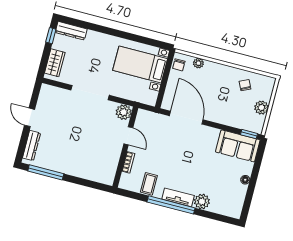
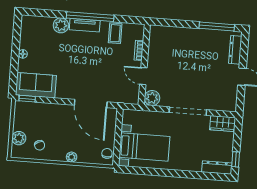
wardrobe: (55, 63) -> (223, 124), moved, turned -90
plant: (198, 63) -> (72, 157), moved
plant: (261, 108) -> (19, 138), moved

